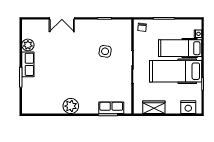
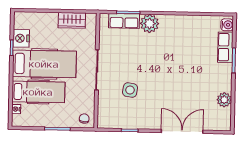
double door: (62, 18) -> (182, 131), width x1.37
row of seats: (28, 64) -> (225, 47), moved
water cooler: (27, 106) -> (227, 25), added
plant: (71, 106) -> (150, 24), moved
nightstand: (188, 107) -> (21, 38), moved, turned -90

